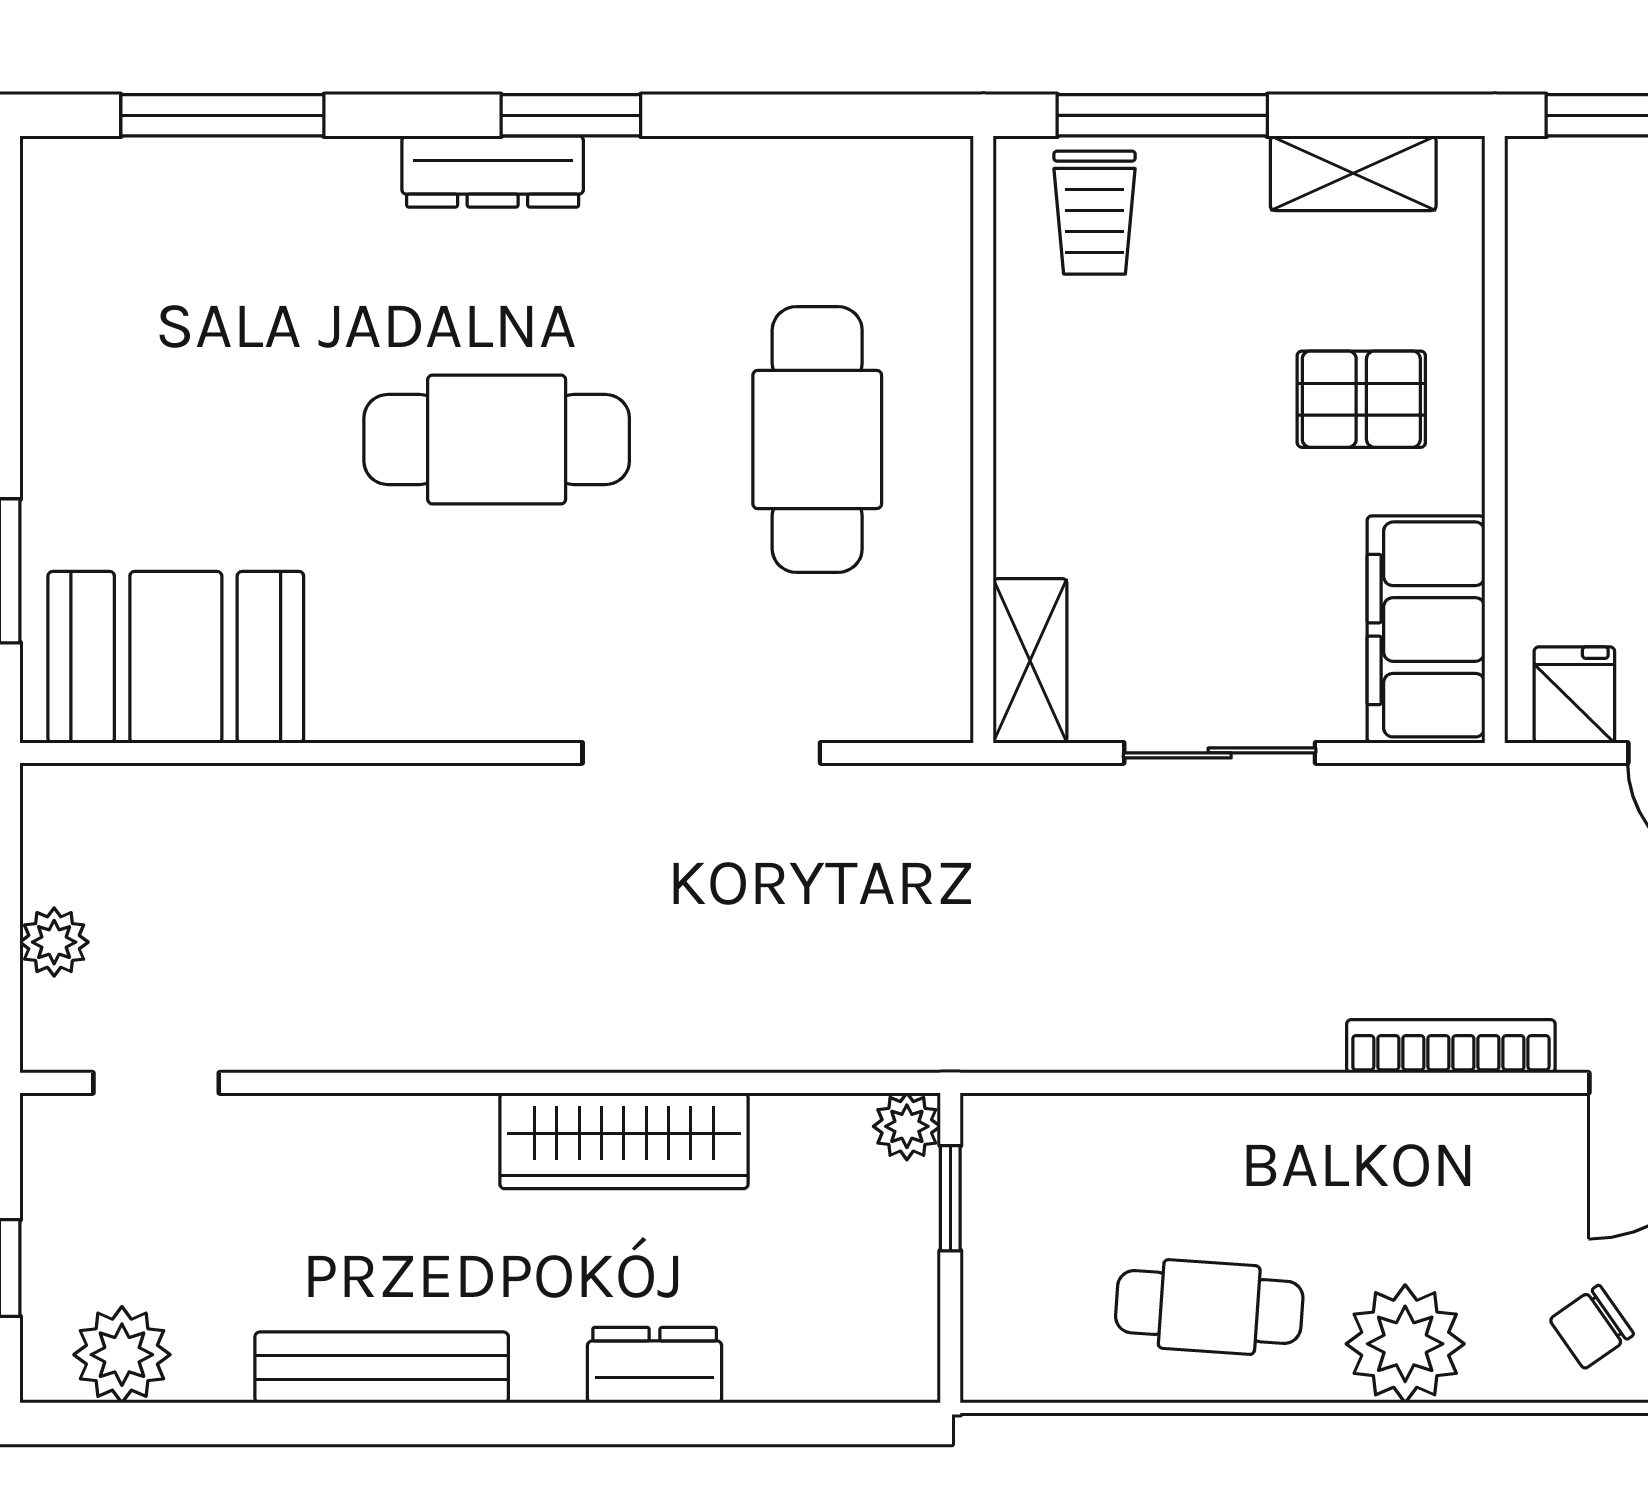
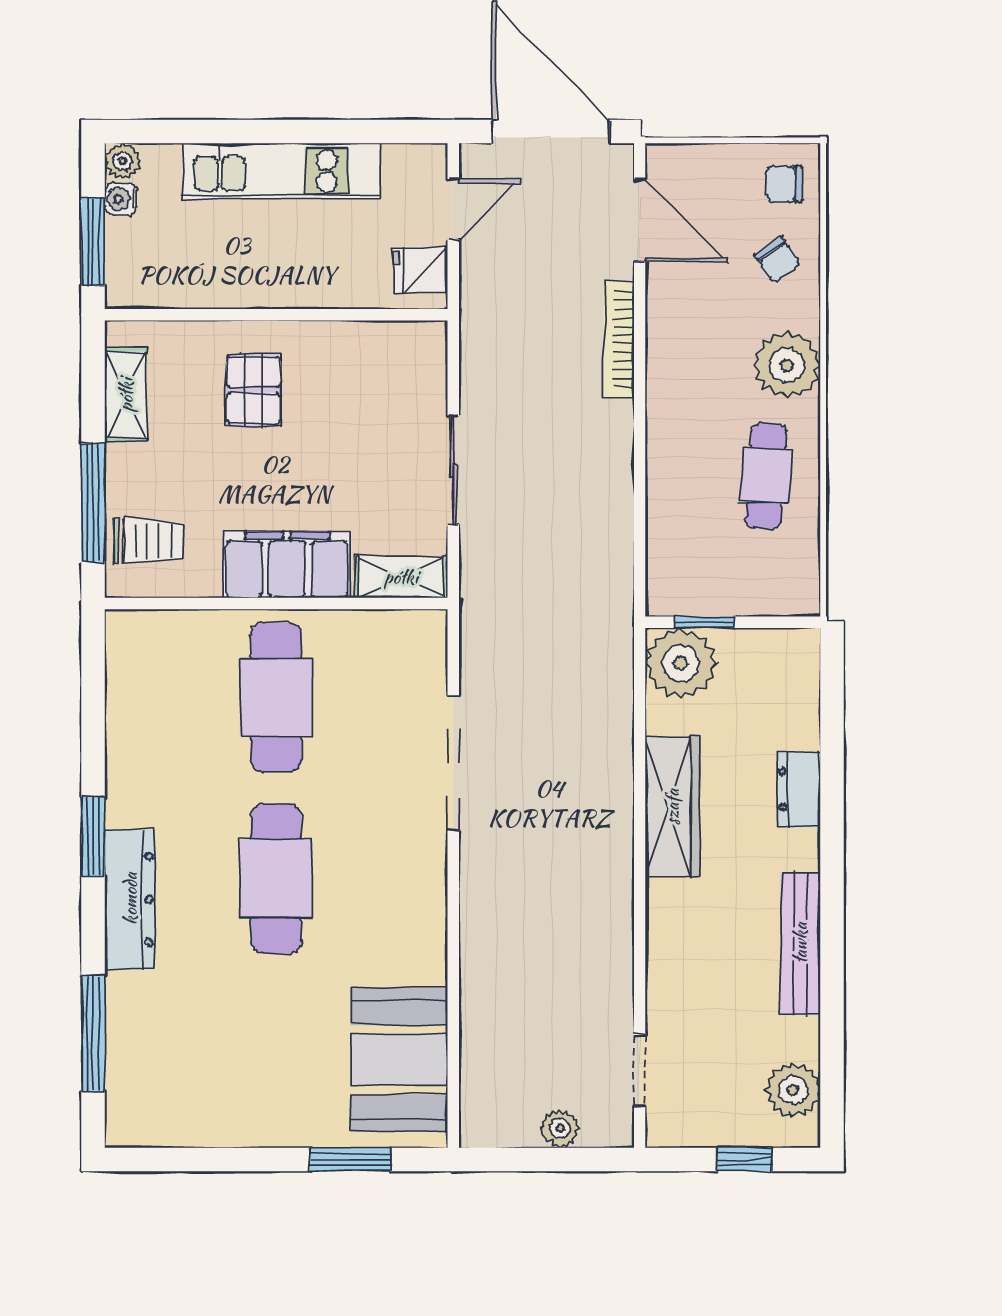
dresser: (493, 171) -> (130, 899), width x1.37, depth x1.24
cafe table: (817, 440) -> (276, 697), turned 90
filing cabinet: (1426, 629) -> (287, 565), moved, turned 180
plant: (907, 1126) -> (681, 663), width x1.88, depth x1.88

